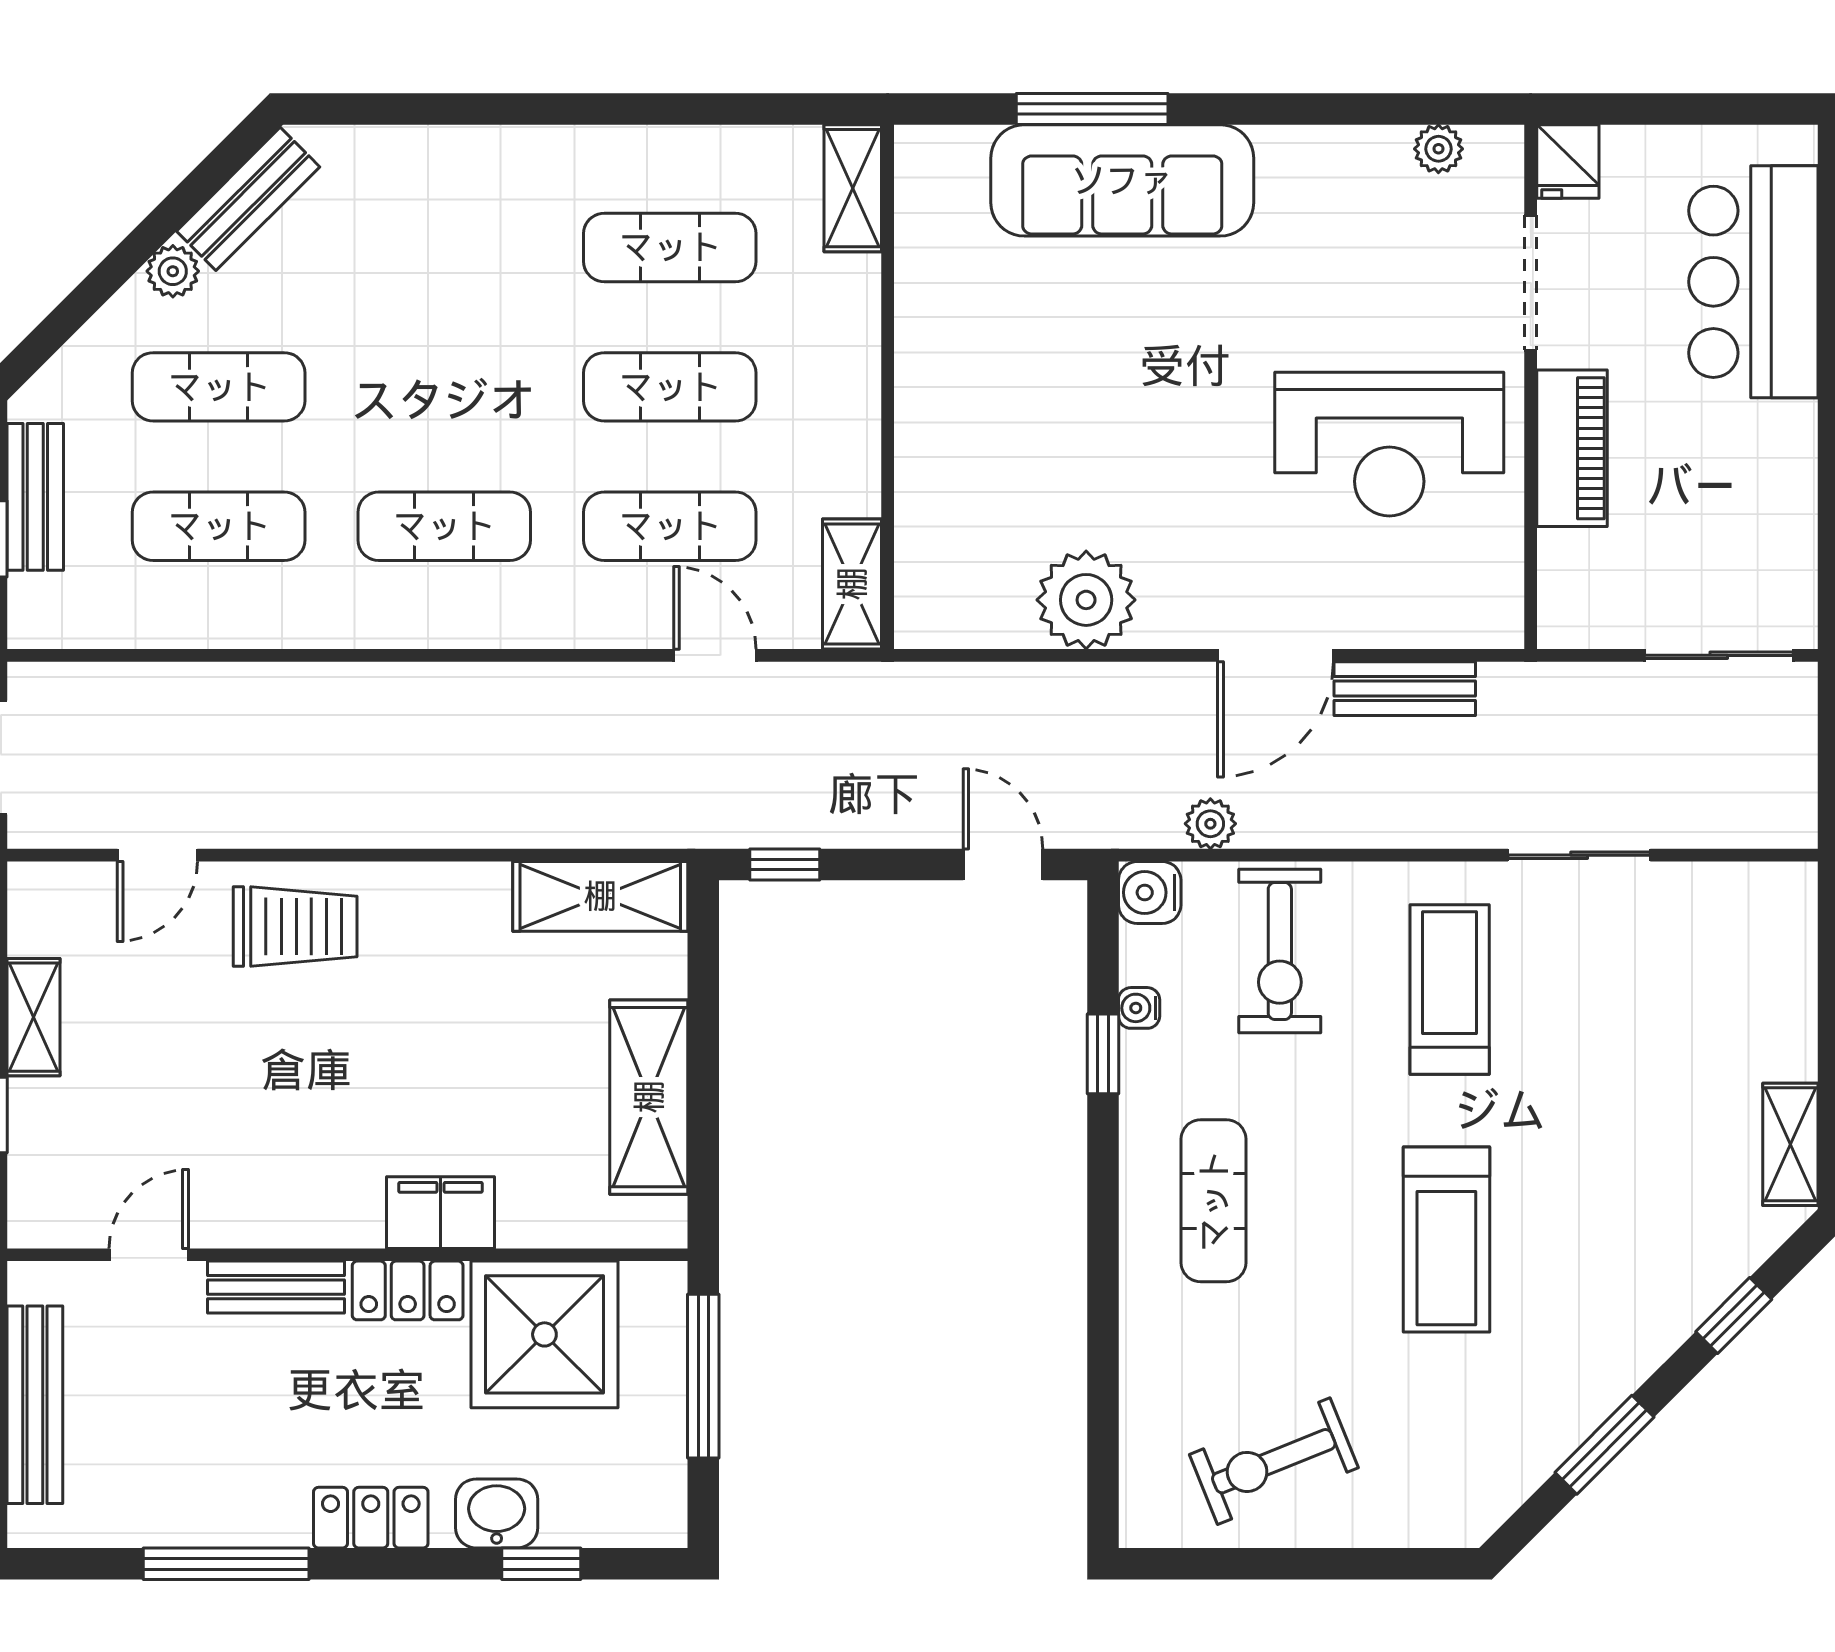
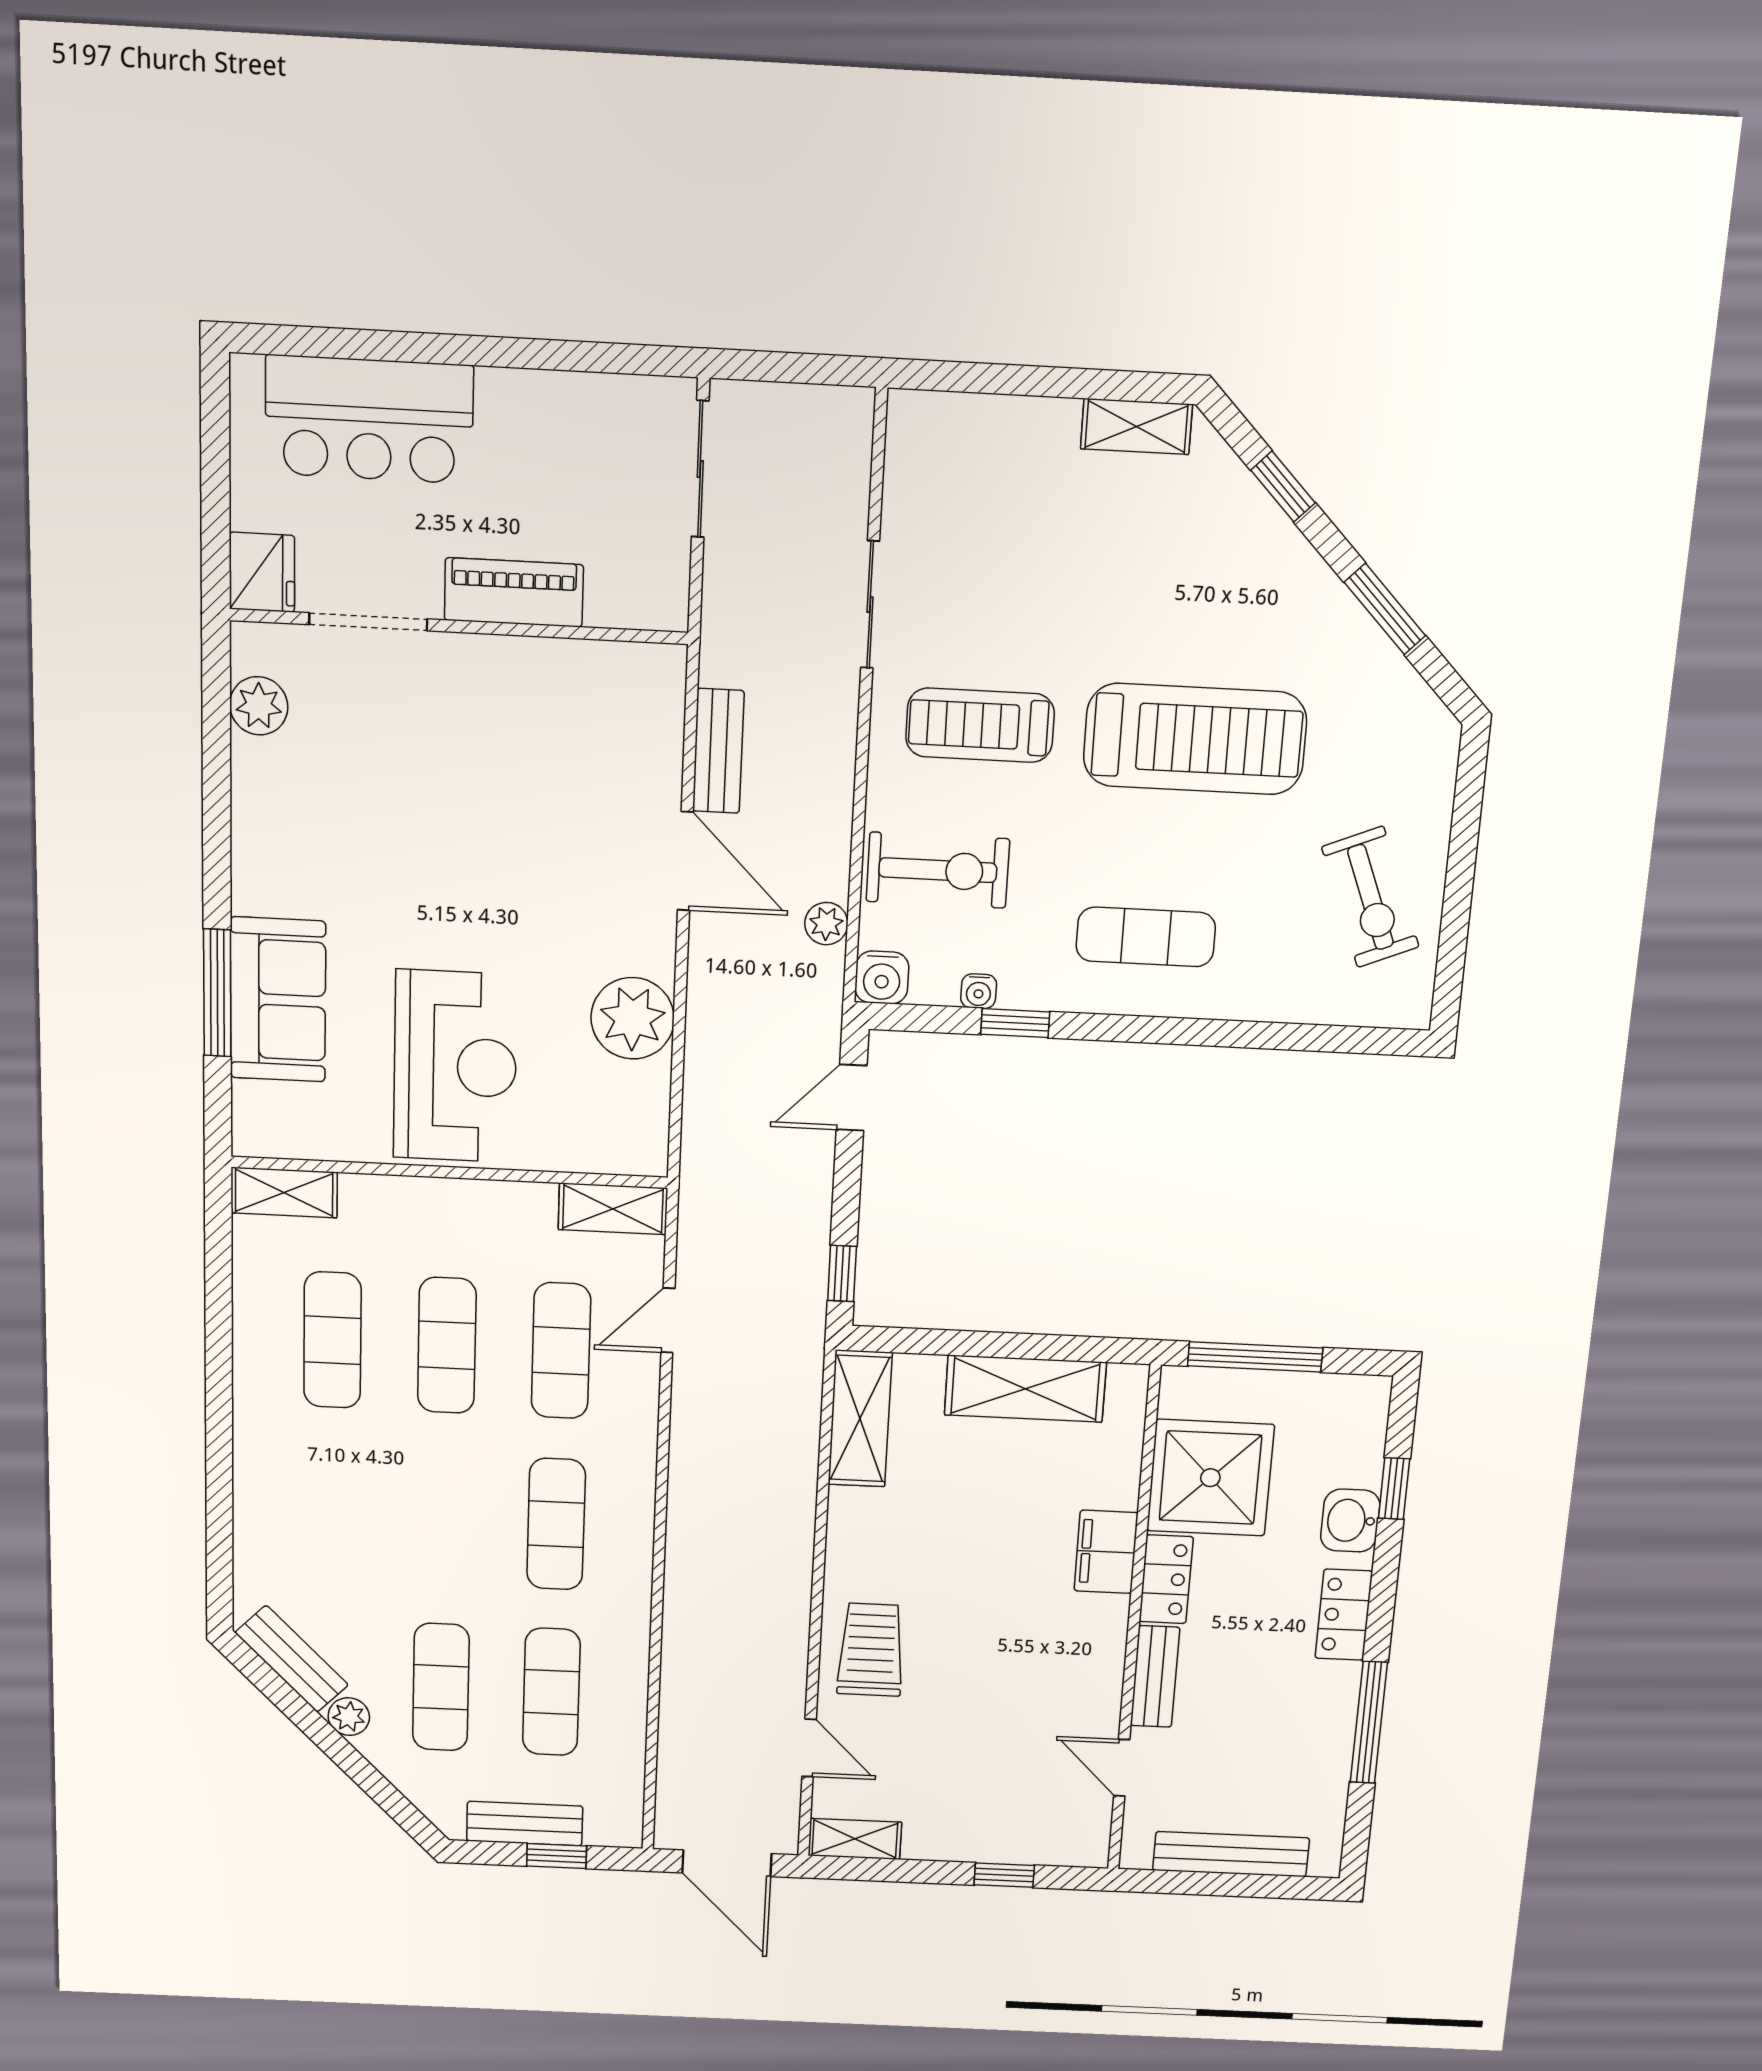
plant: (1438, 149) -> (259, 706), width x1.38, depth x1.38
fridge: (1568, 161) -> (262, 572), width x1.38
sofa: (1122, 180) -> (278, 1000), width x0.73
reception desk: (1389, 444) -> (455, 1066), moved
shelving: (34, 1017) -> (855, 1839), moved
treadmill: (1446, 1240) -> (1195, 739), width x1.37, depth x1.38

